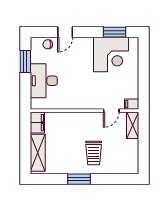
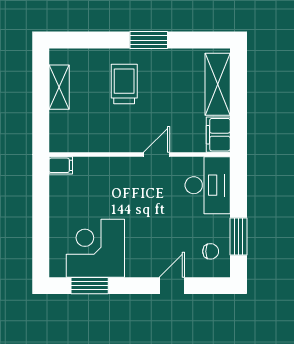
chair: (48, 44) -> (211, 251), moved
desk: (44, 81) -> (208, 185), moved
door: (111, 111) -> (156, 155), moved
shelving: (133, 125) -> (59, 87), moved

